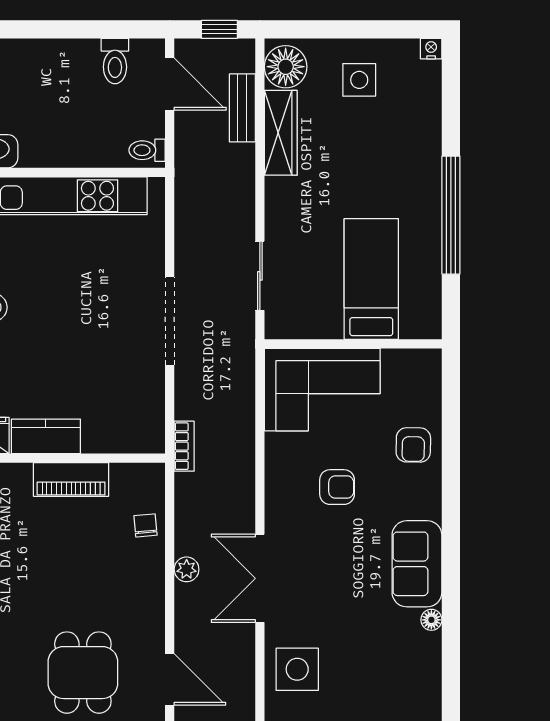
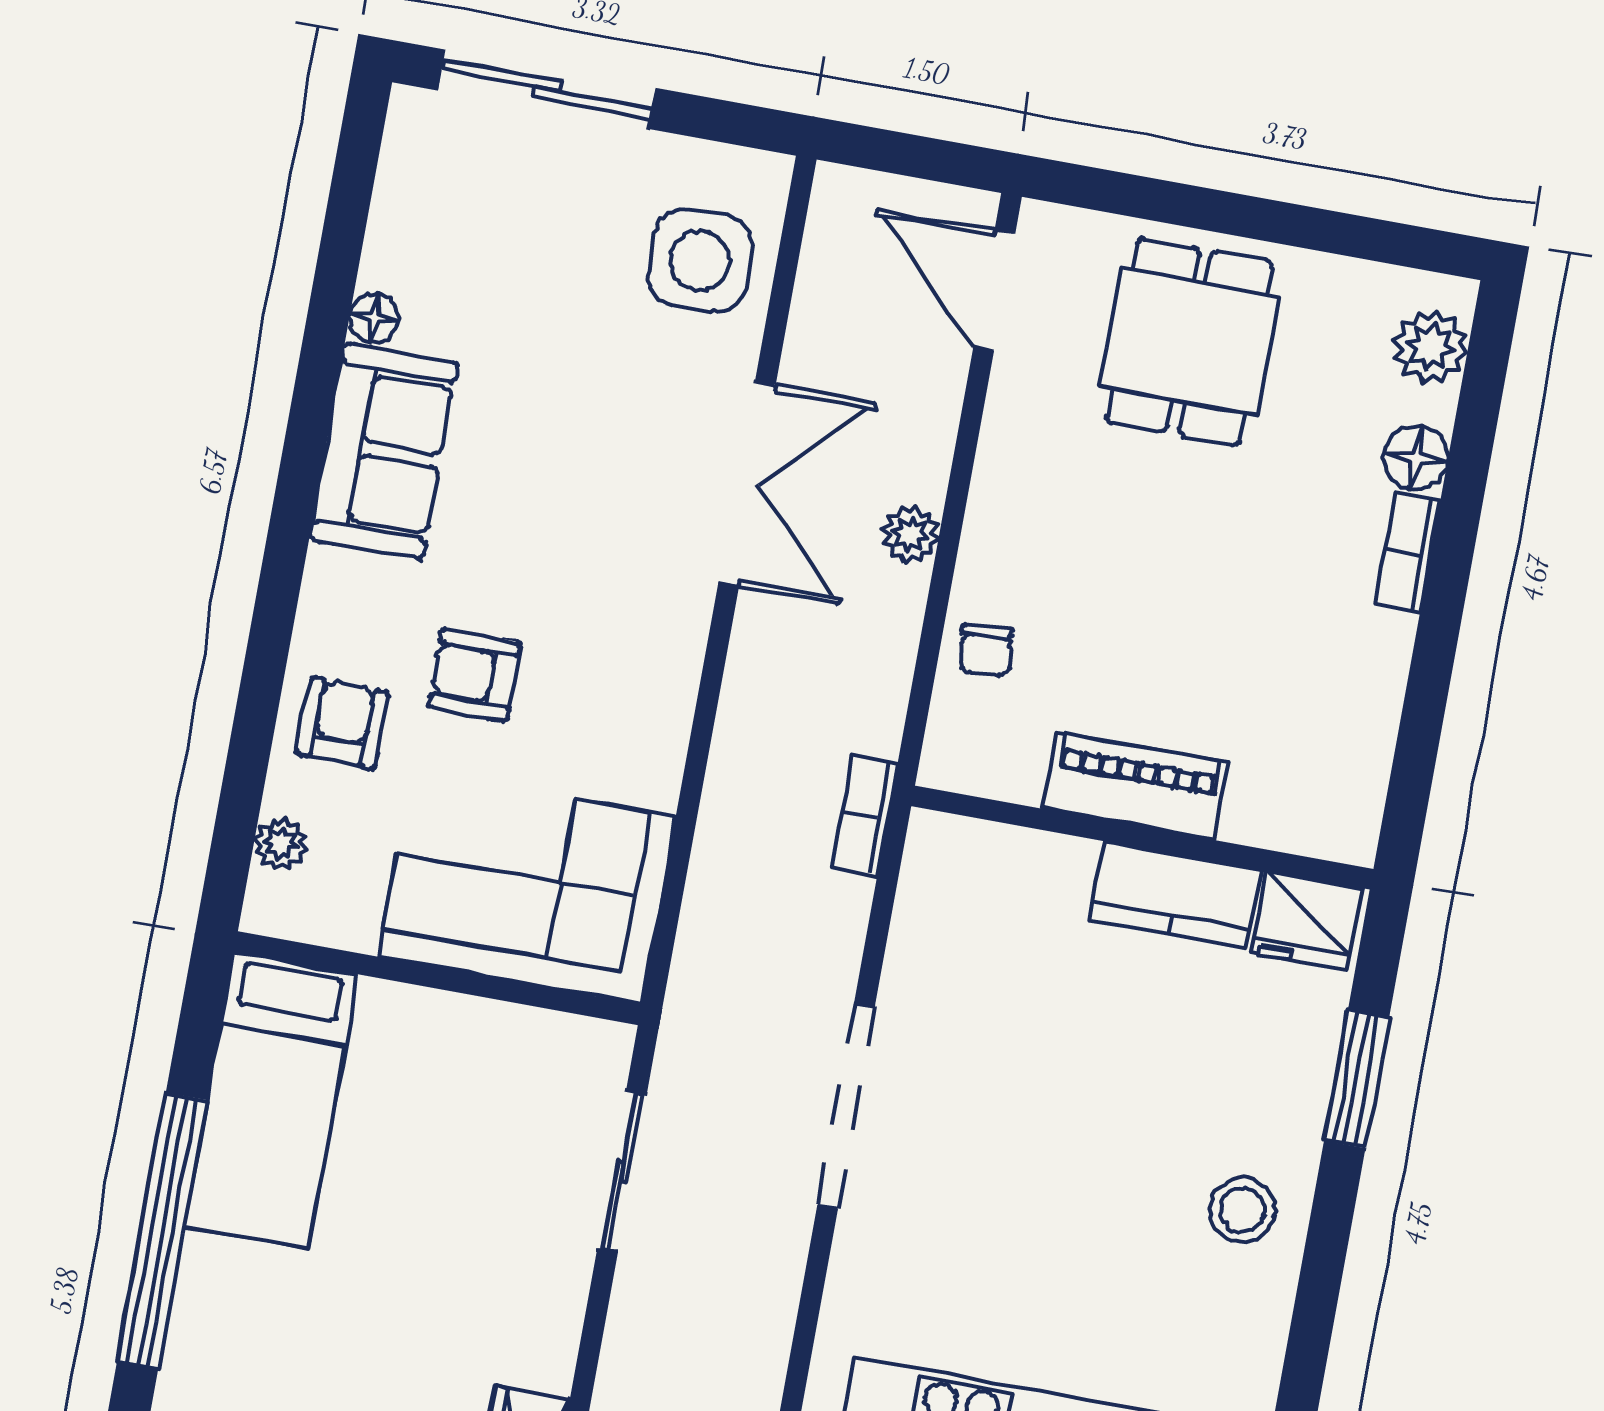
bed: (371, 279) -> (271, 1100), moved
plant: (430, 389) -> (280, 844), added
armchair: (337, 487) -> (474, 675), moved

